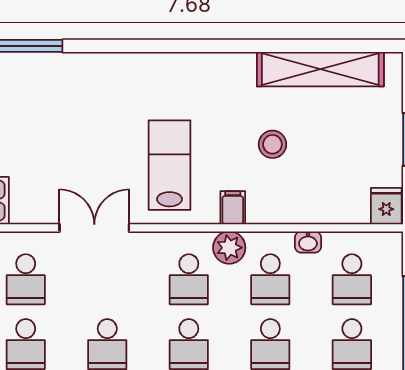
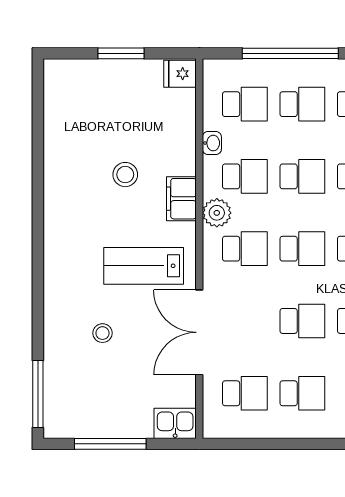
shelving: (320, 69) -> (59, 132), removed
stool: (94, 119) -> (102, 333), added
filing cabinet: (233, 208) -> (181, 199), width x2.00
double door: (94, 228) -> (199, 332), width x1.37

